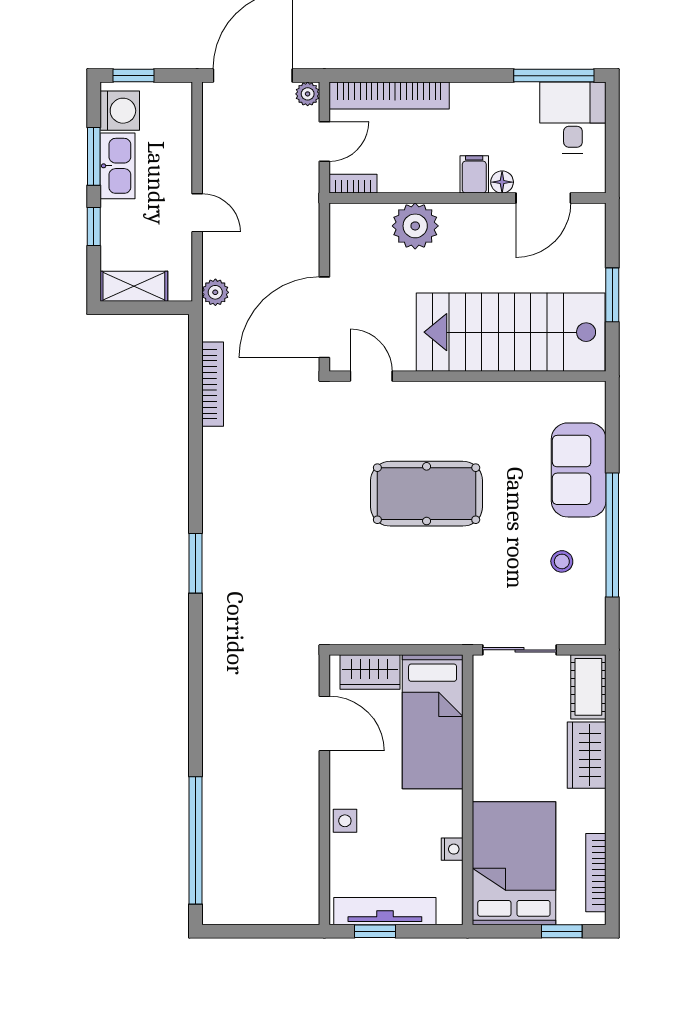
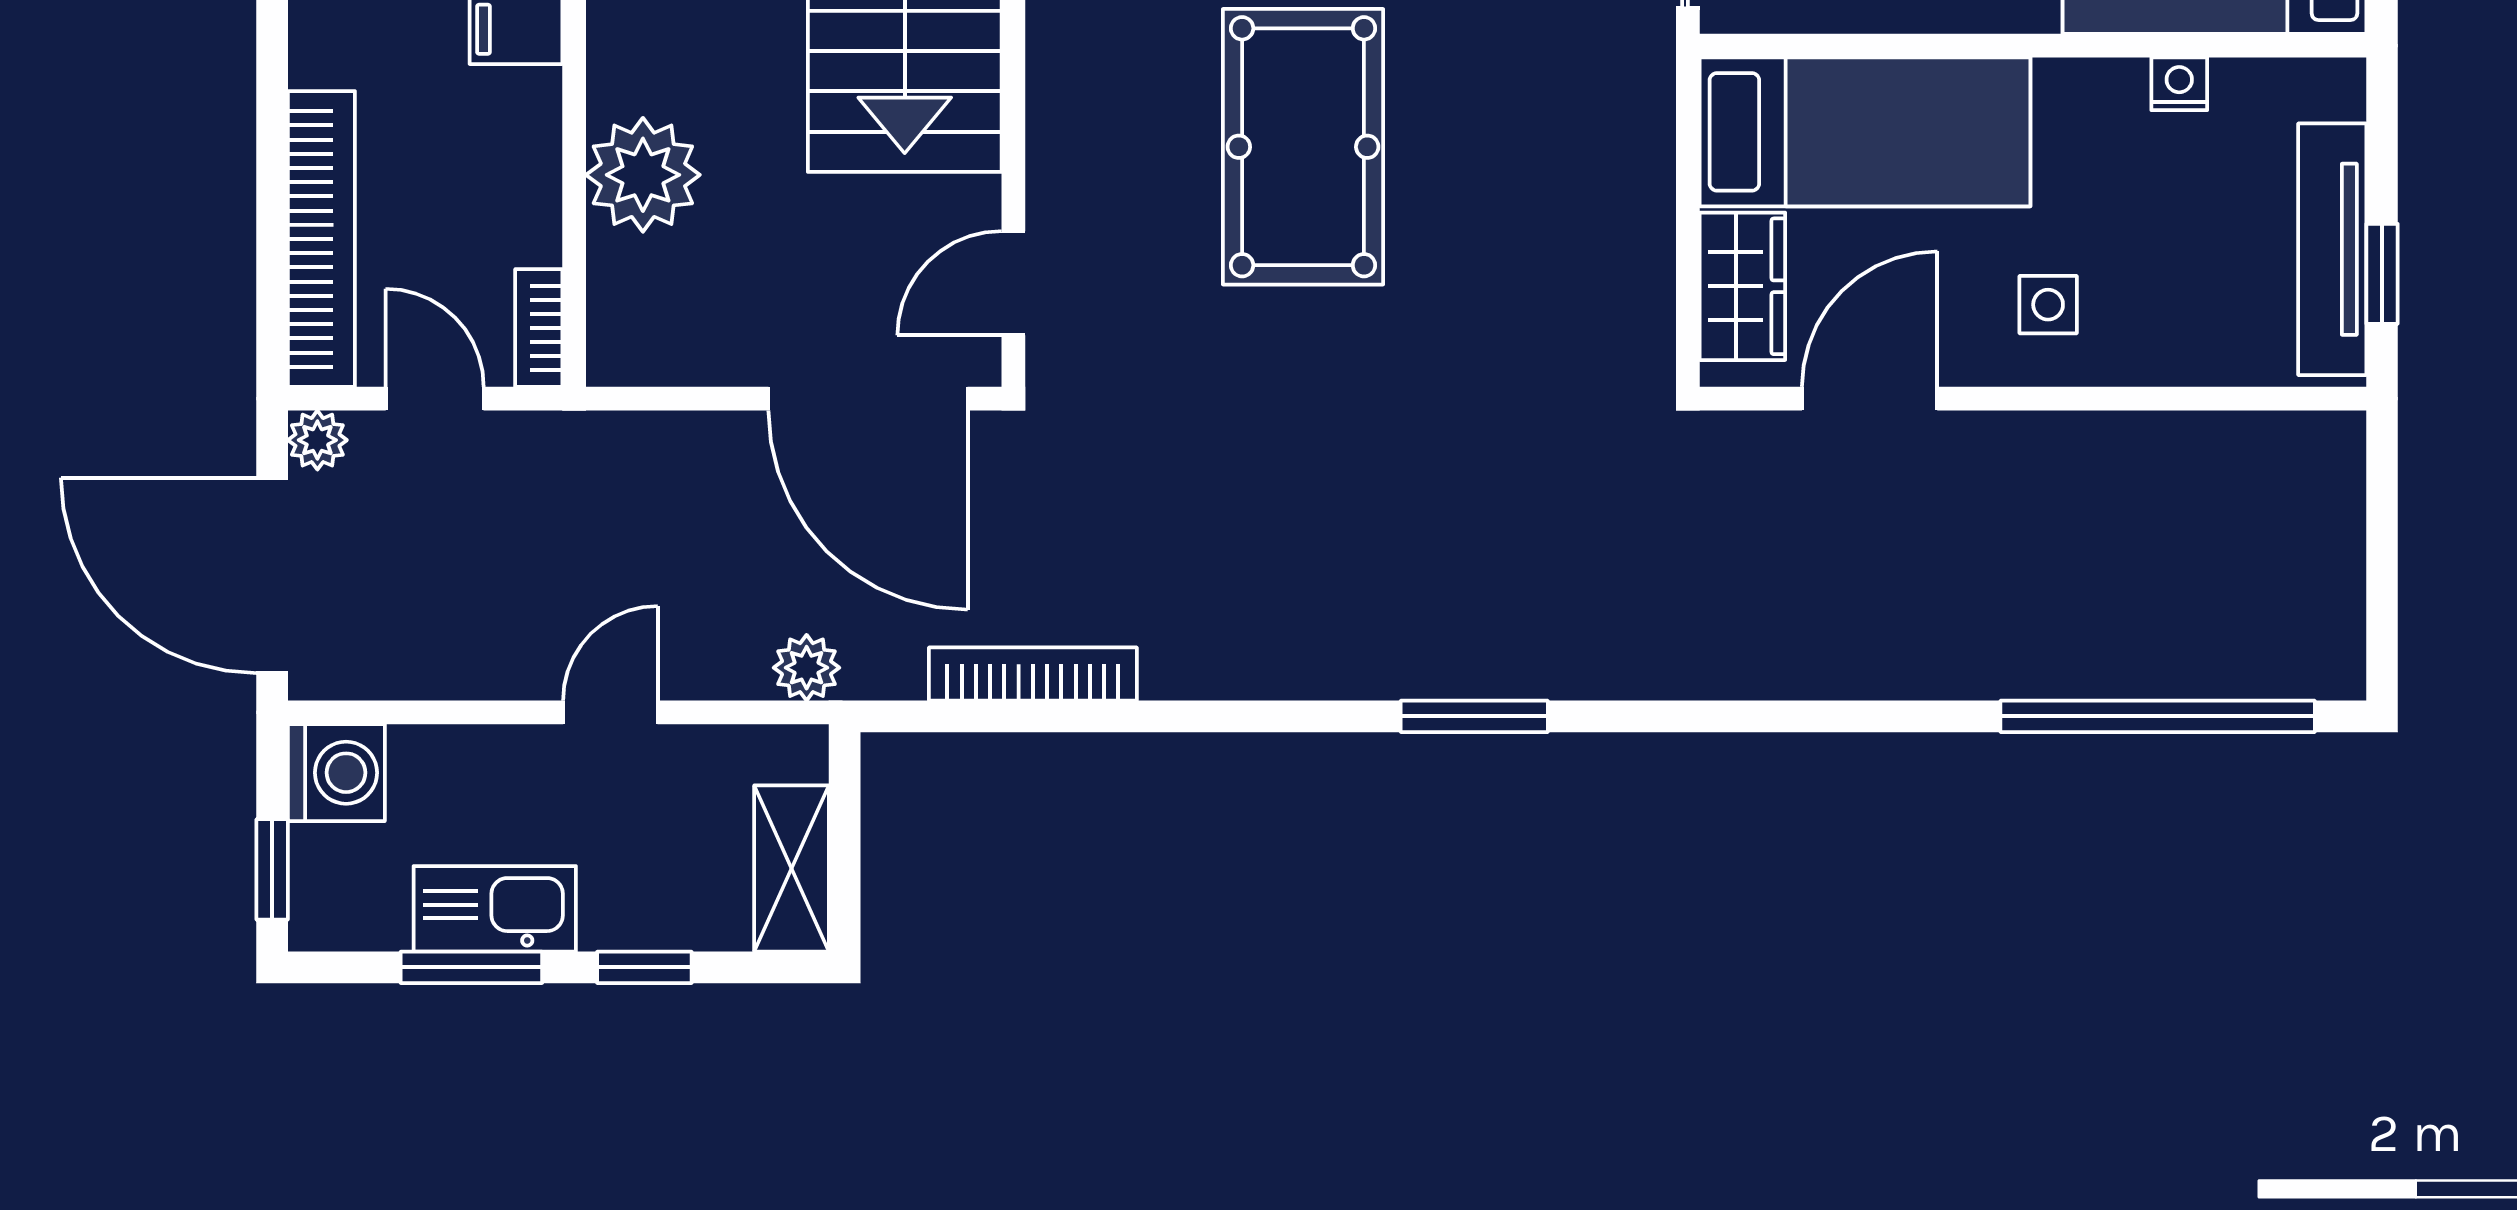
washing machine: (120, 111) -> (336, 773), moved, turned 90
side table: (345, 821) -> (2048, 305), moved

